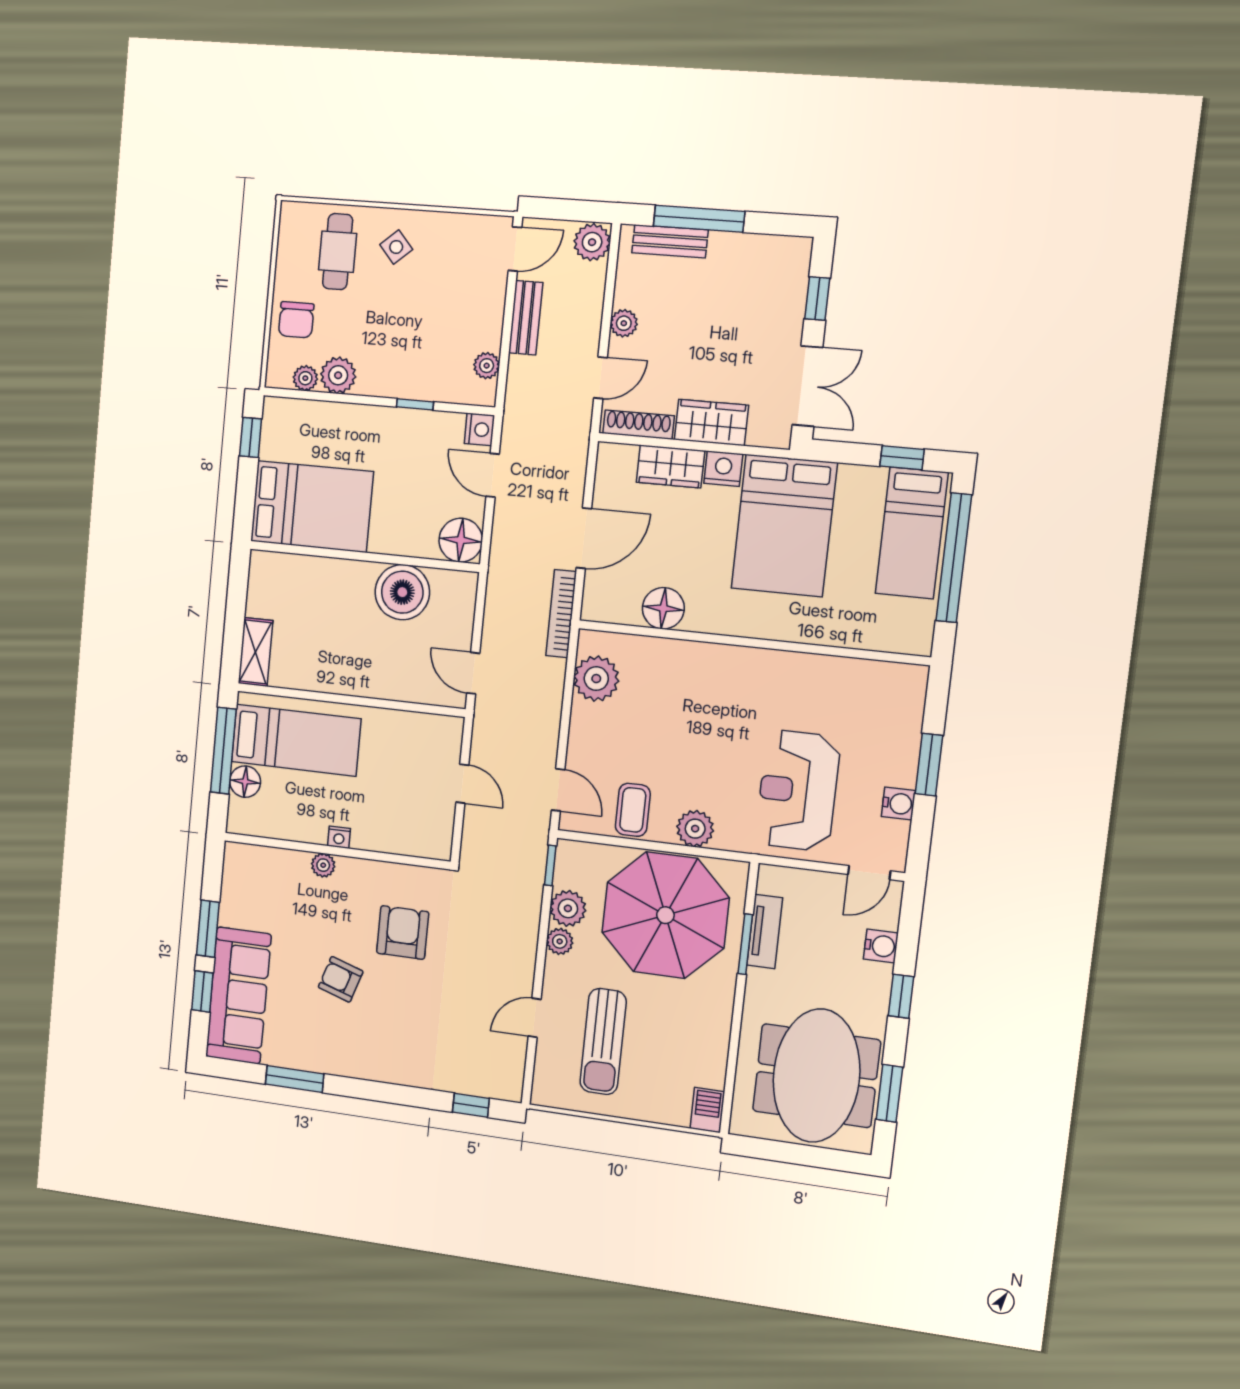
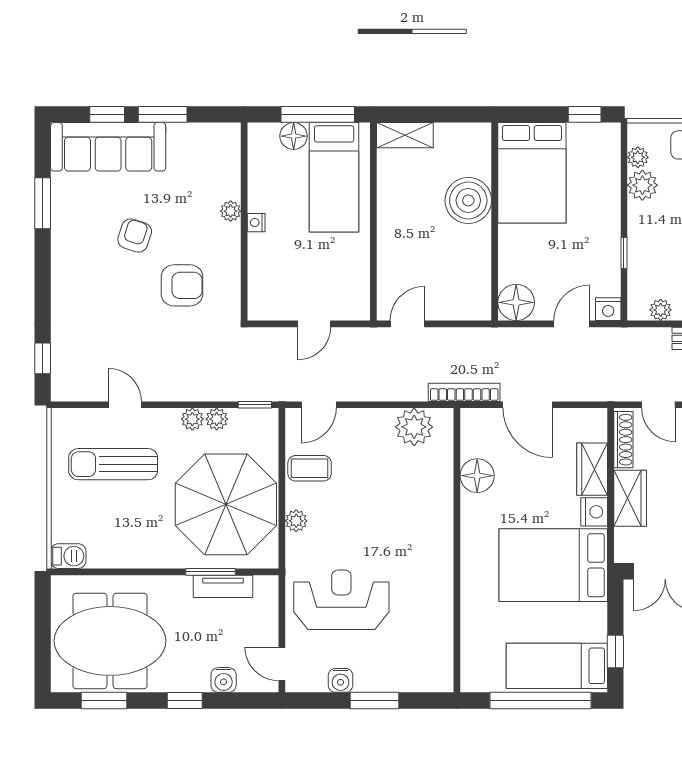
boiler: (402, 592) -> (468, 200), moved
plant: (695, 829) -> (296, 521), width x0.73, depth x0.73
plant: (568, 908) -> (217, 419), width x0.73, depth x0.73

